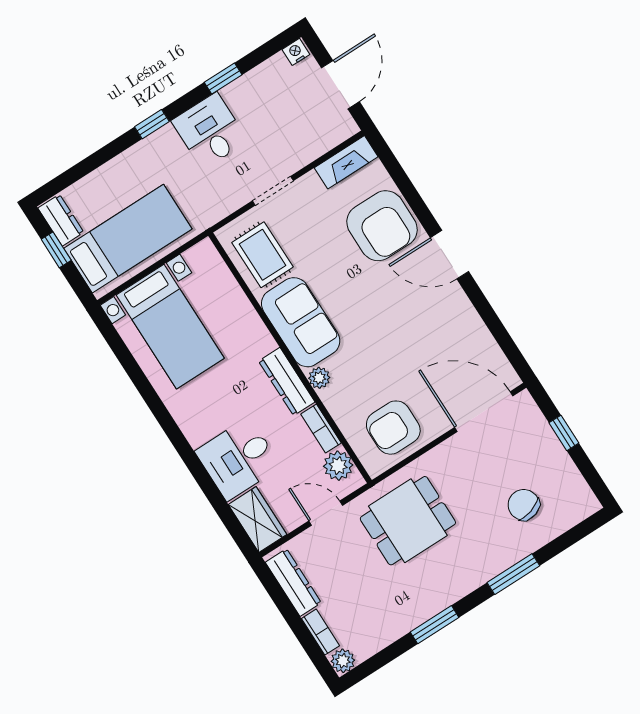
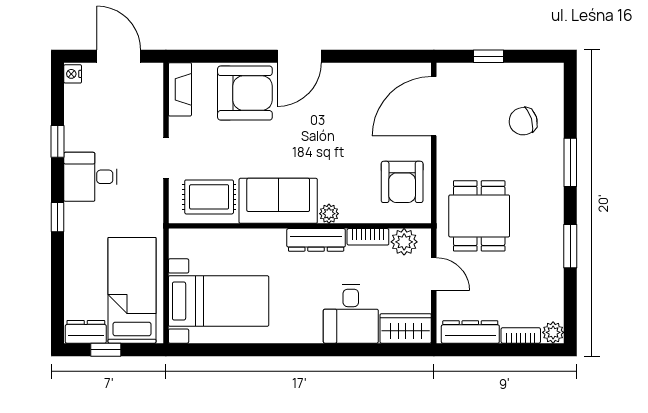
door: (326, 513) -> (434, 274), swing flipped

